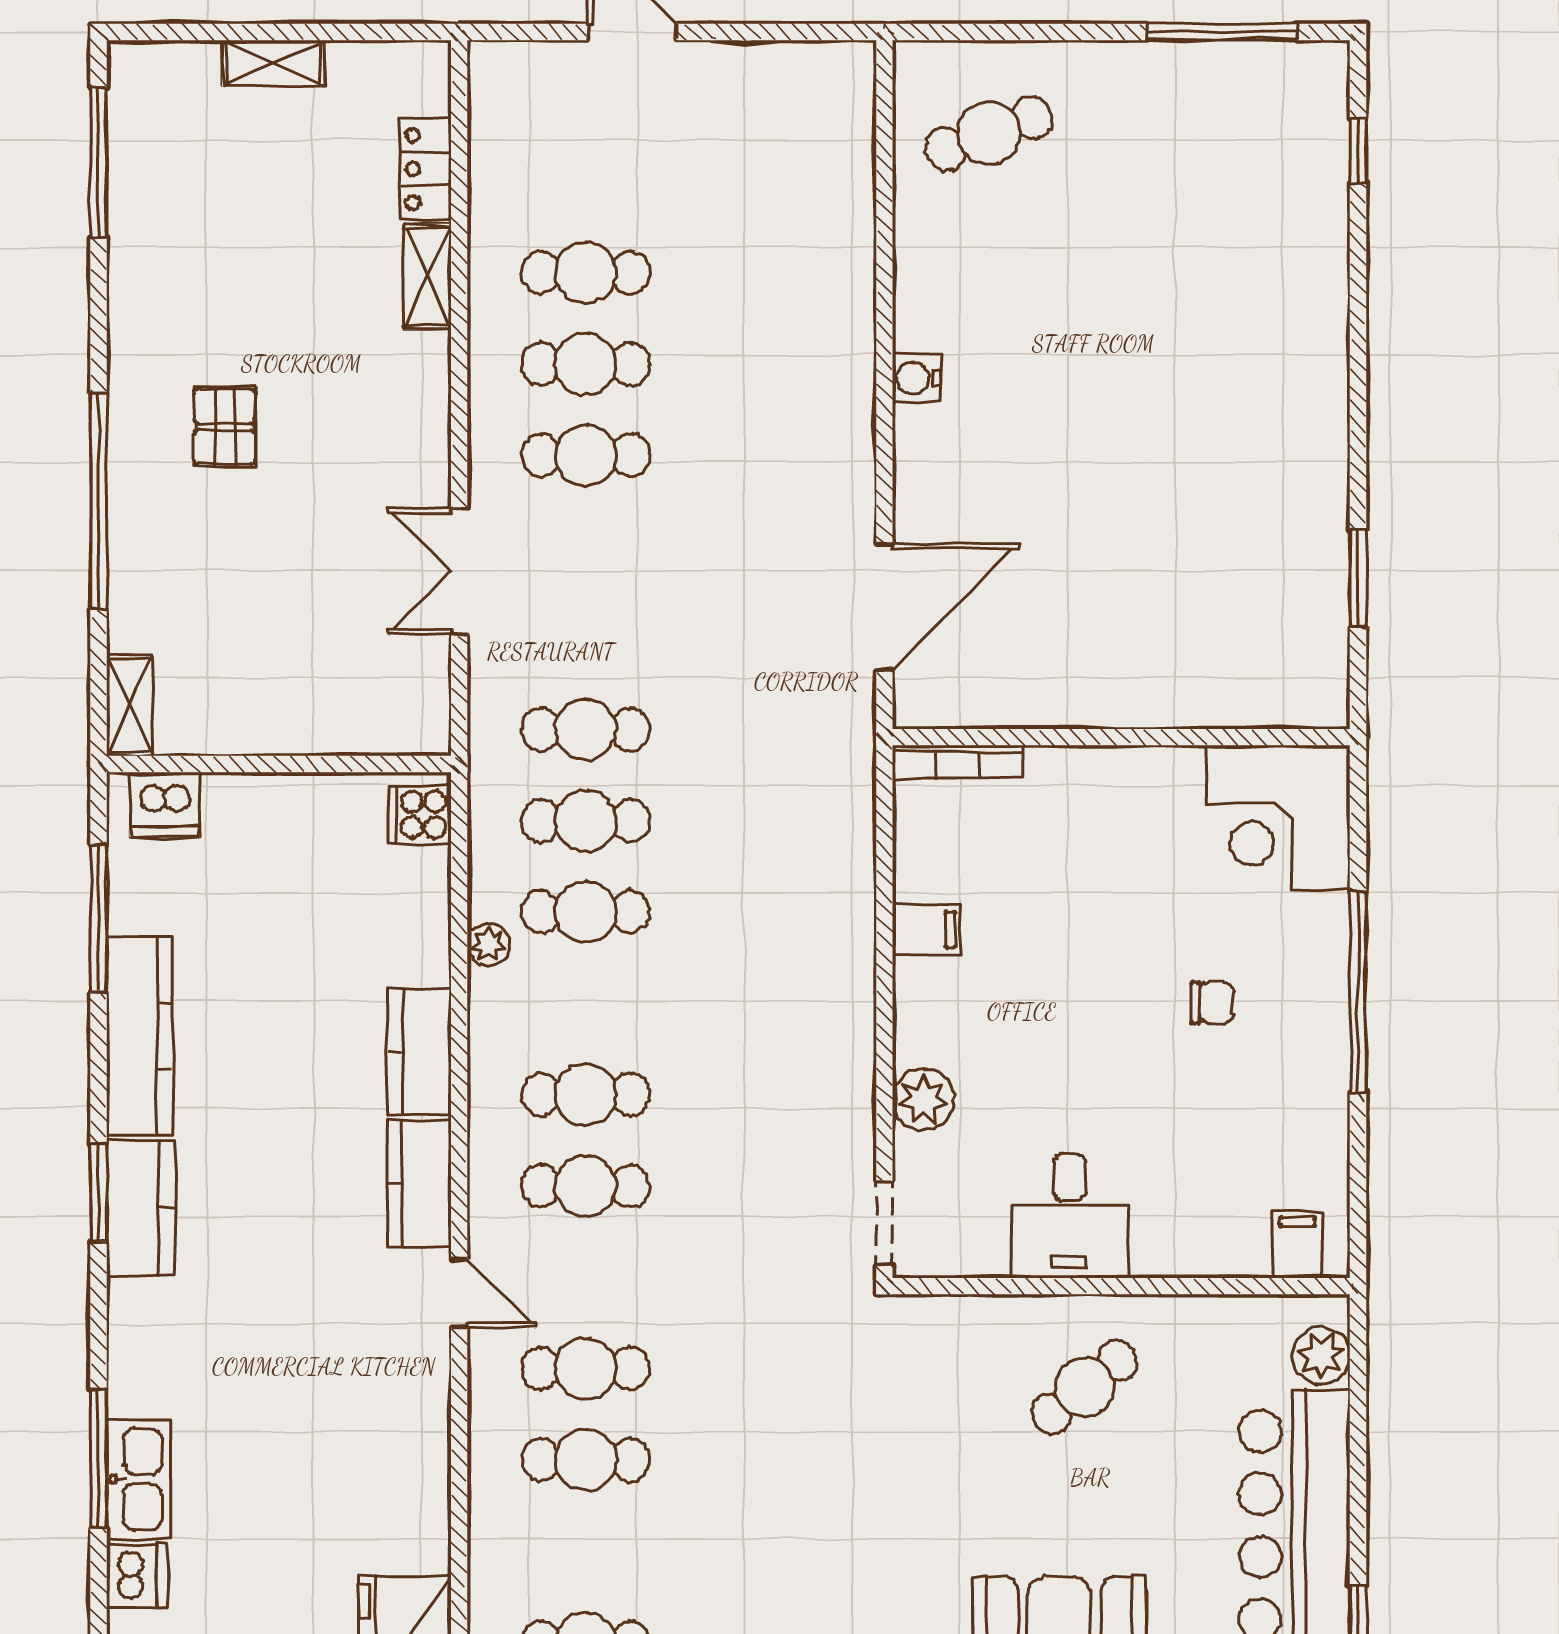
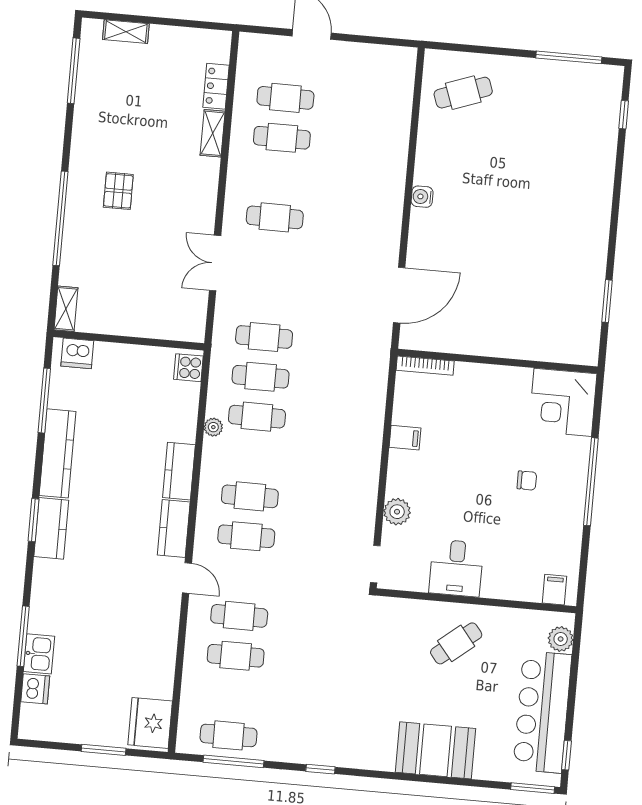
shelving: (273, 63) -> (126, 32), moved
cafe table: (586, 364) -> (285, 98), moved
kitchen sink: (138, 1479) -> (39, 654), width x0.73

